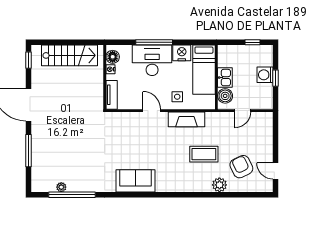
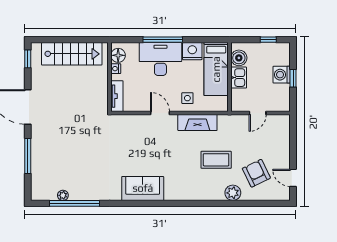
boiler: (225, 96) -> (239, 58), moved

